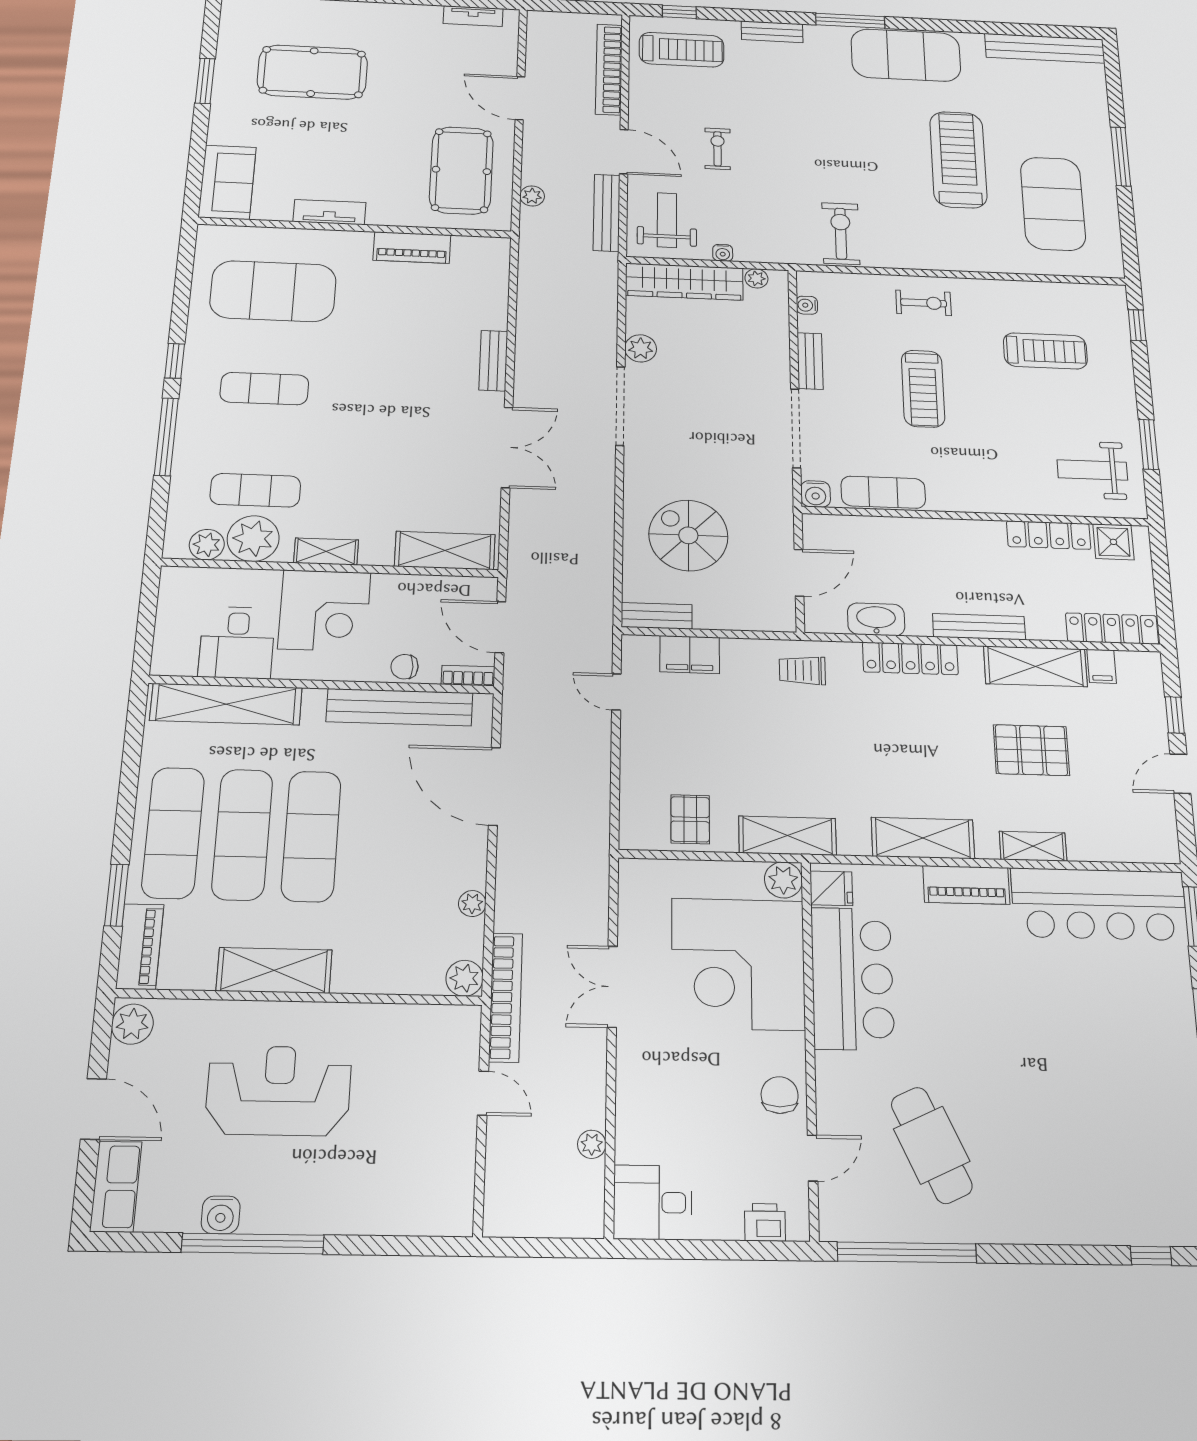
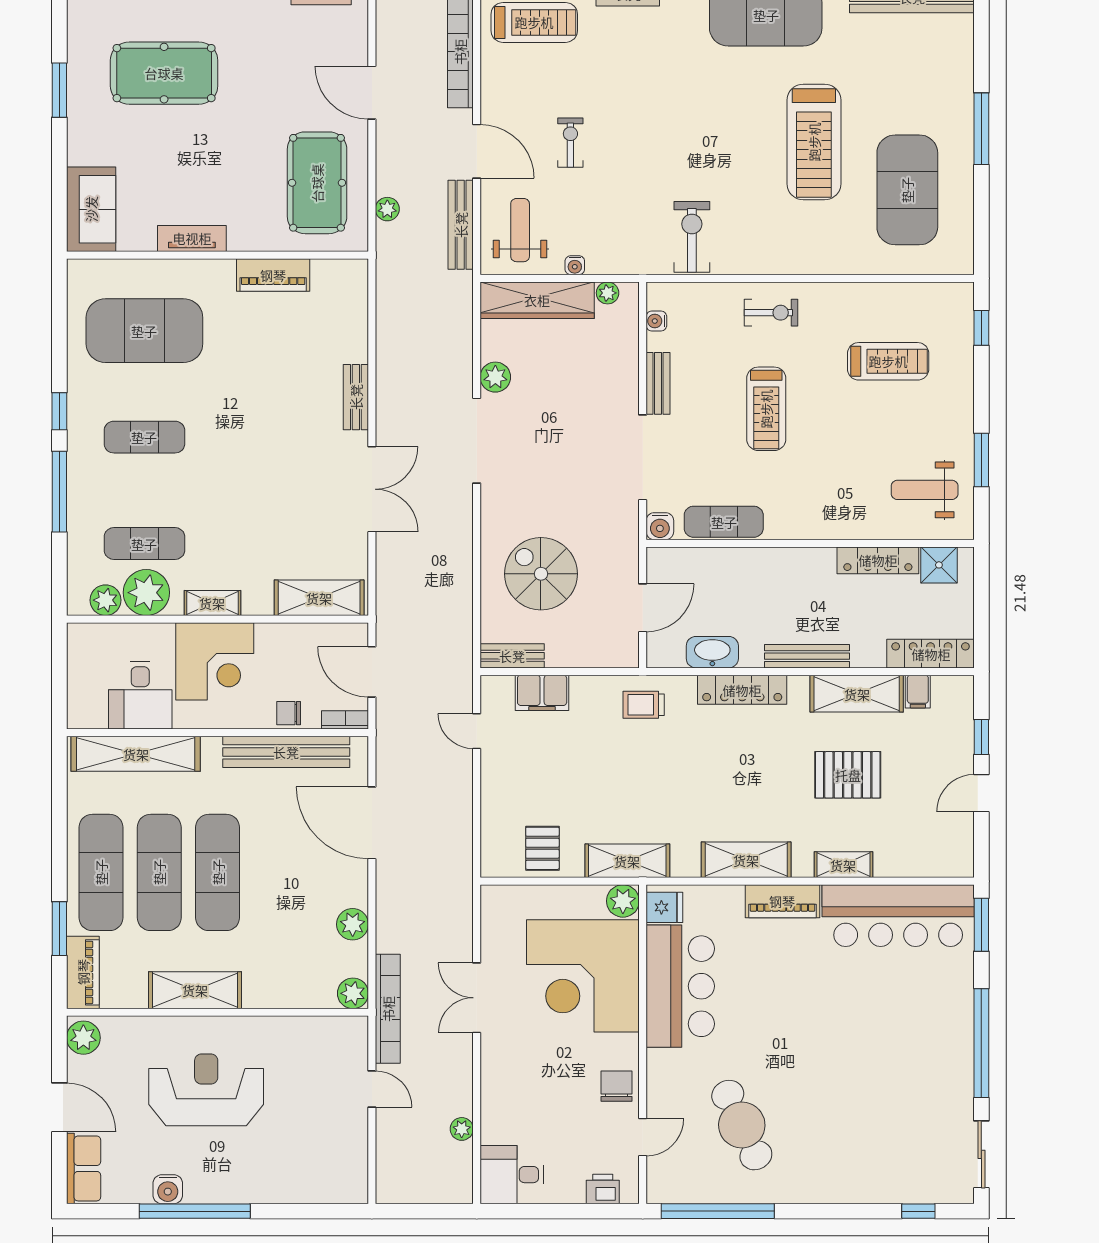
treadmill: (958, 160) -> (814, 142), turned 180
plant: (472, 904) -> (353, 924), width x1.38, depth x1.38

